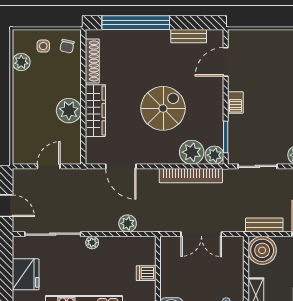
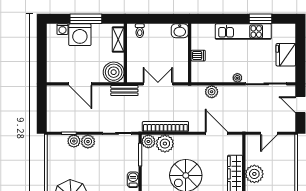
bench: (264, 225) -> (124, 91), moved

